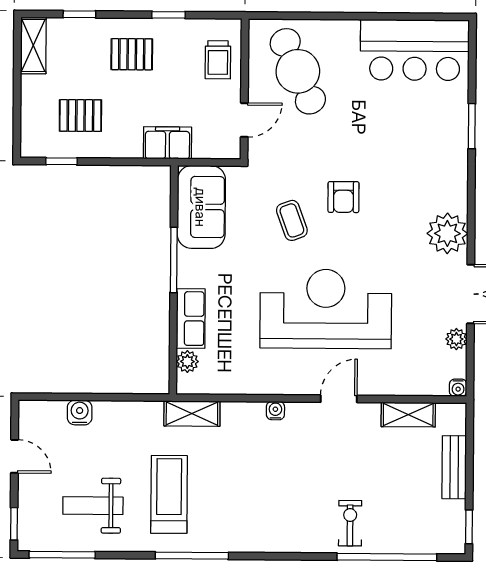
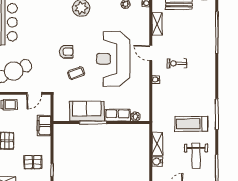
pallet: (80, 115) -> (33, 162), turned 90
door: (244, 120) -> (34, 93), swing flipped
sofa: (201, 207) -> (87, 111), moved
shelving: (192, 414) -> (157, 144), moved
exercise bike: (350, 523) -> (177, 63), moved

